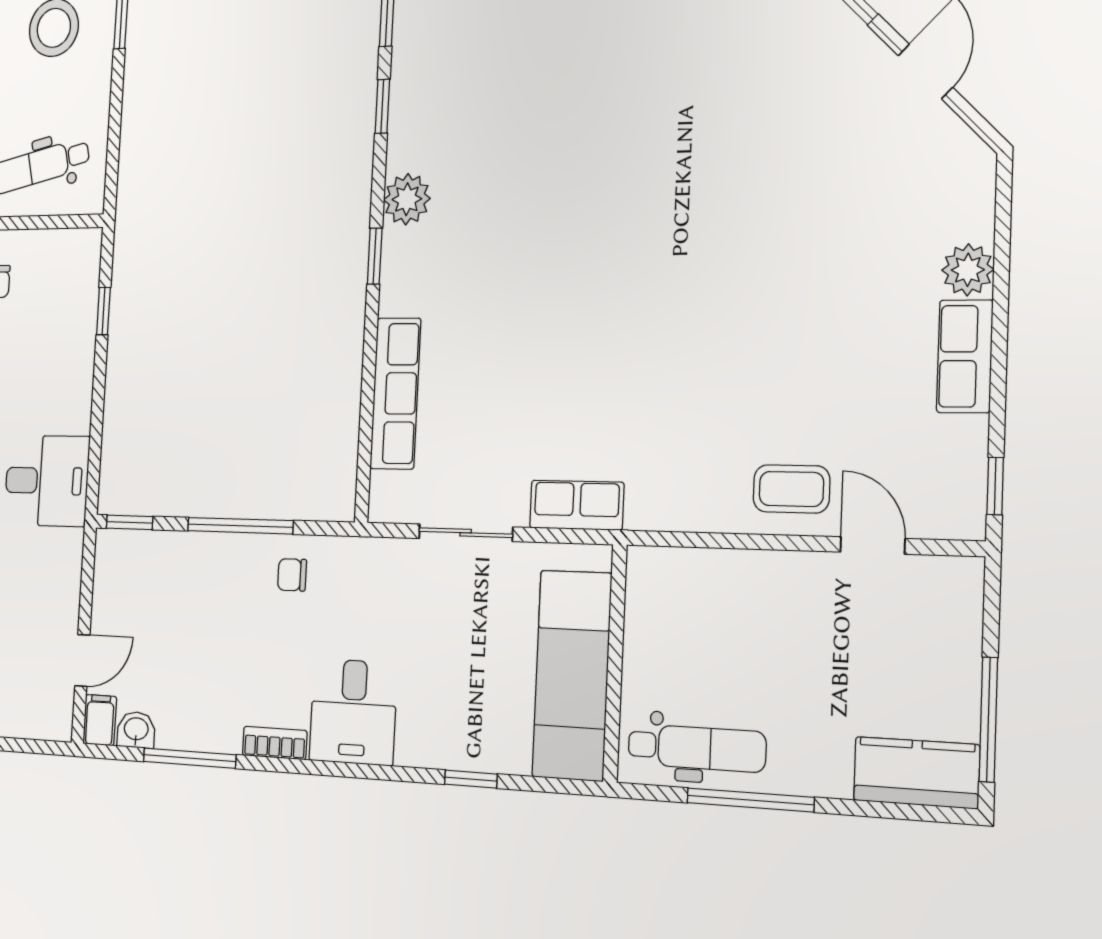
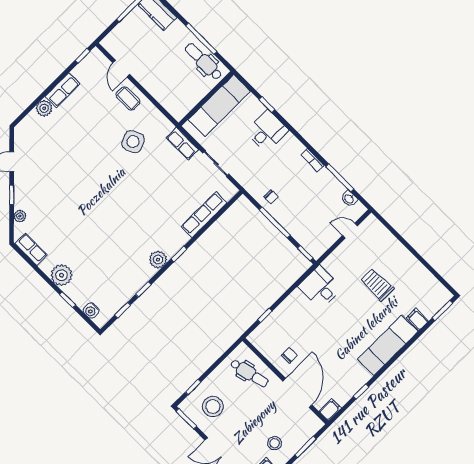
side table: (689, 400) -> (133, 142), added
desk: (353, 712) -> (267, 131), moved
filing cabinet: (100, 720) -> (358, 211), removed

